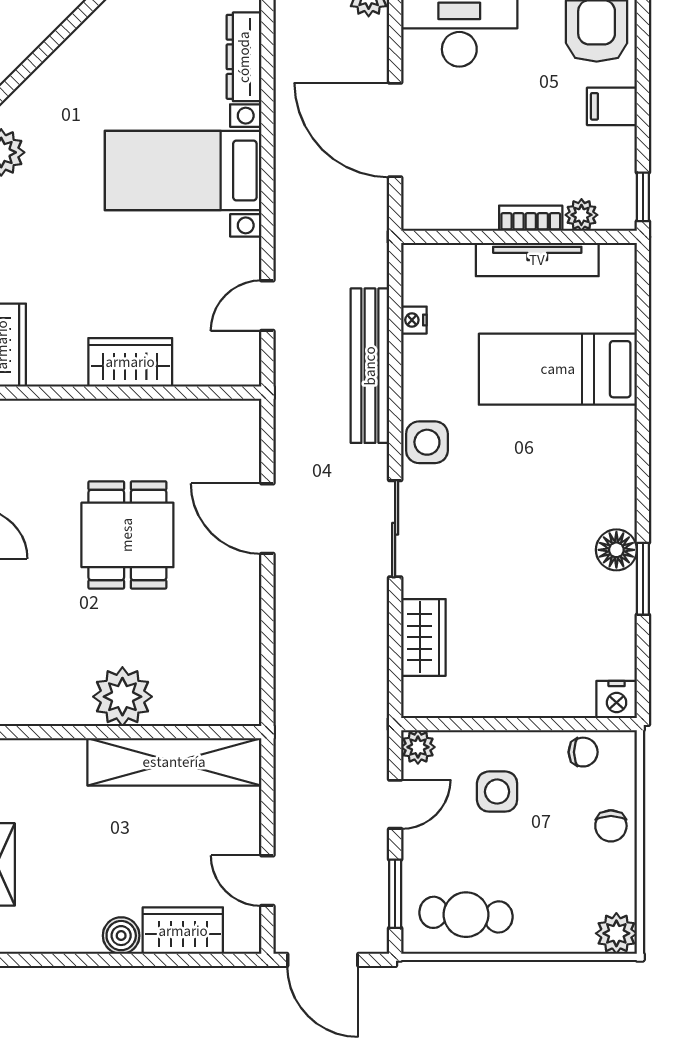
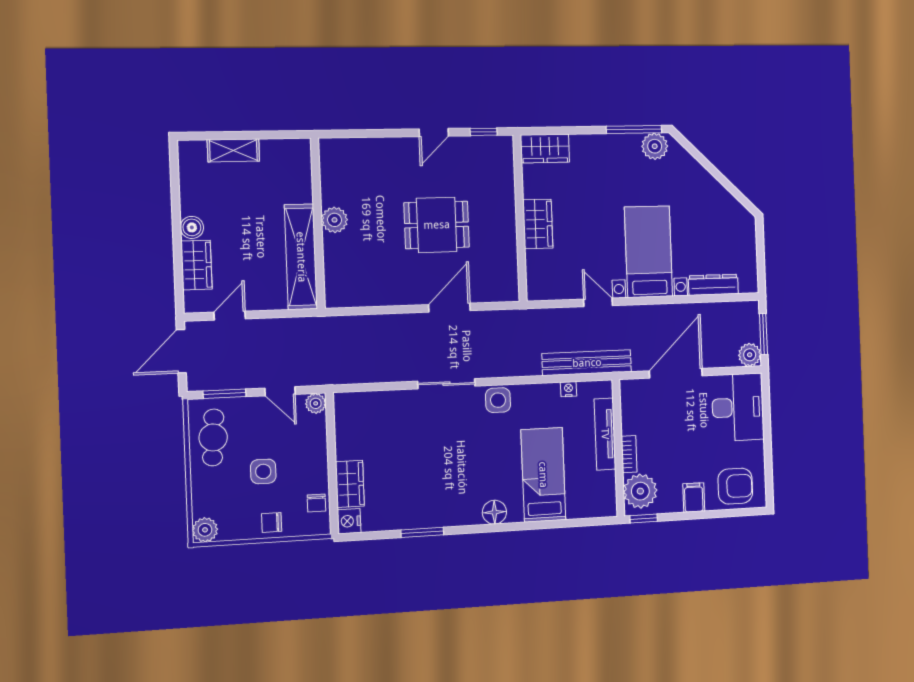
plant: (581, 215) -> (640, 491), width x1.87, depth x1.87
tv unit: (537, 260) -> (605, 434), moved
door: (267, 306) -> (598, 302), moved
bench: (370, 366) -> (587, 363), moved
floor lamp: (616, 550) -> (494, 512), moved
wardrobe: (423, 637) -> (350, 484), moved, turned -90
plant: (122, 697) -> (335, 220), width x0.73, depth x0.73
side table: (497, 792) -> (263, 471), moved

